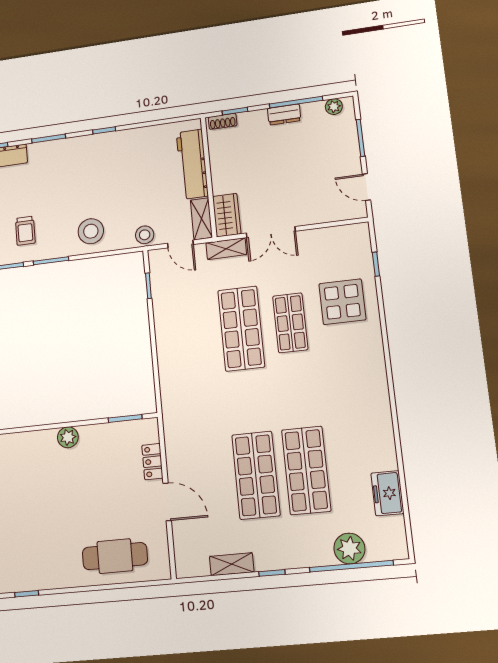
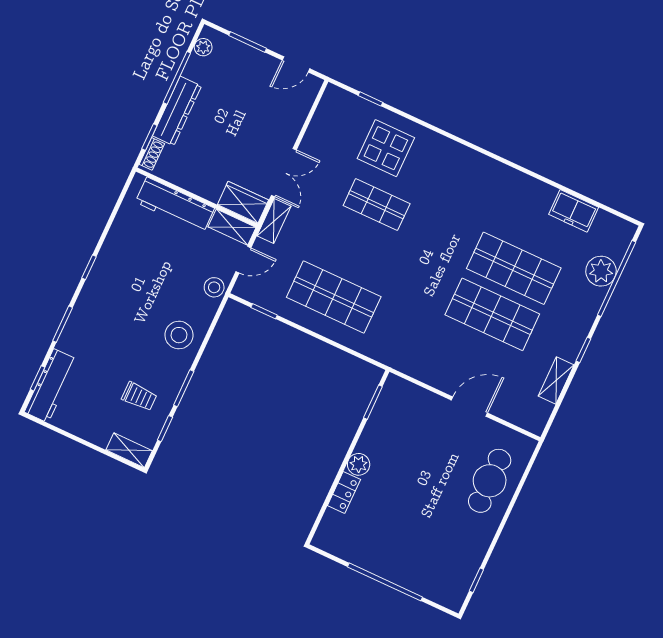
dresser: (284, 114) -> (177, 111), width x1.96, depth x1.24
shop shelf: (241, 329) -> (334, 297), moved
locker: (152, 462) -> (344, 492), moved, turned -90

